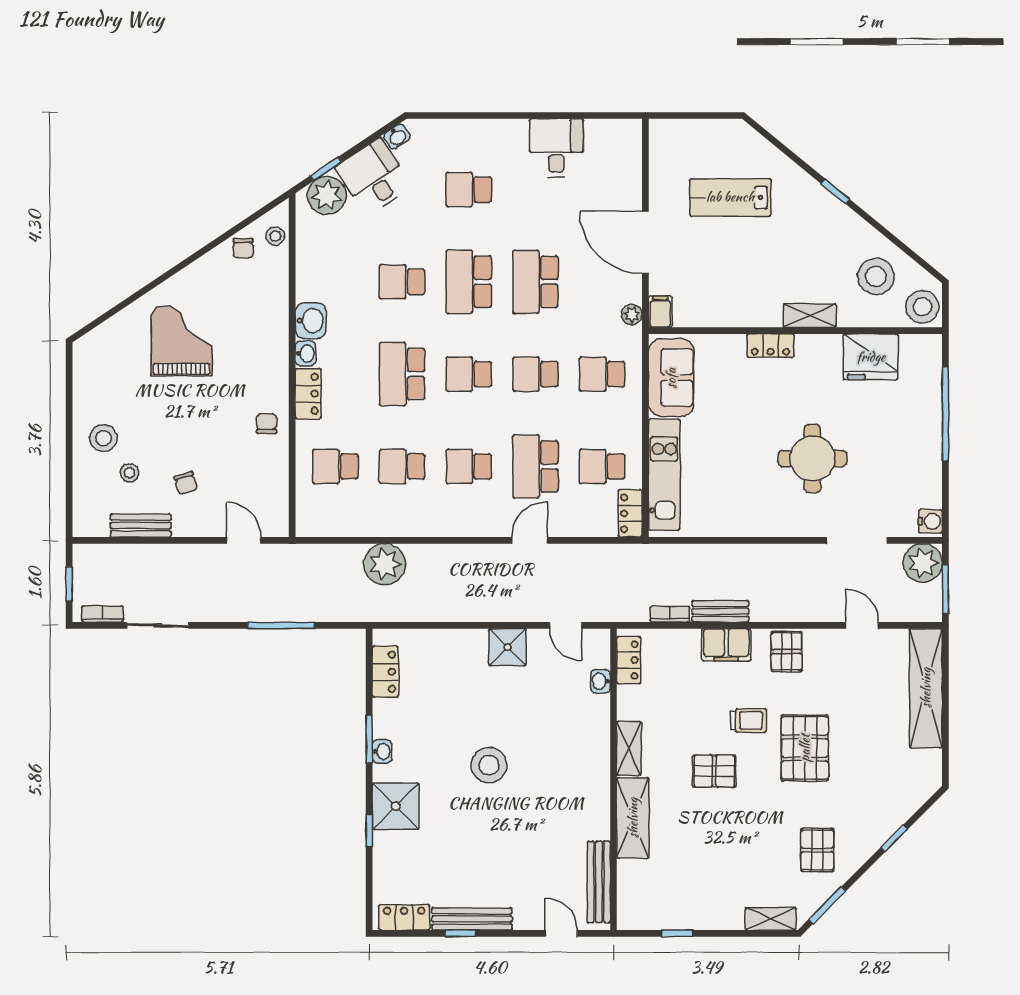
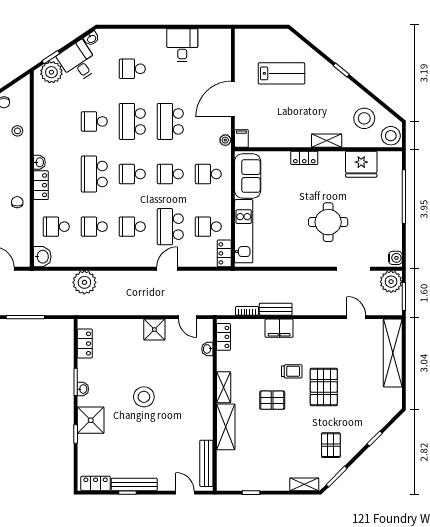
lab bench: (730, 197) -> (281, 73), turned 180
stool: (275, 236) -> (17, 131), moved
door: (645, 242) -> (233, 99), hinge flipped
washbasin: (311, 321) -> (42, 257), moved
pallet: (786, 652) -> (313, 332), removed

